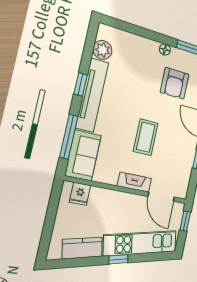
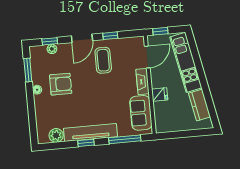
armchair: (175, 83) -> (61, 84), moved
coffee table: (146, 137) -> (103, 60), moved, turned 90
sofa: (83, 156) -> (141, 113), moved, turned -90
fridge: (80, 194) -> (160, 94), moved
window: (118, 259) -> (202, 76), removed

